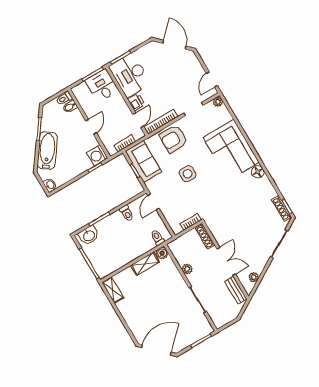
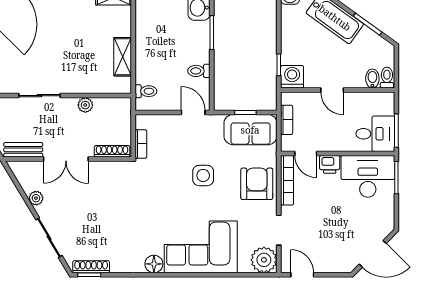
plant: (218, 102) -> (264, 260), width x1.87, depth x1.87
boiler: (162, 253) -> (123, 86), removed
plant: (254, 277) -> (36, 198), moved

